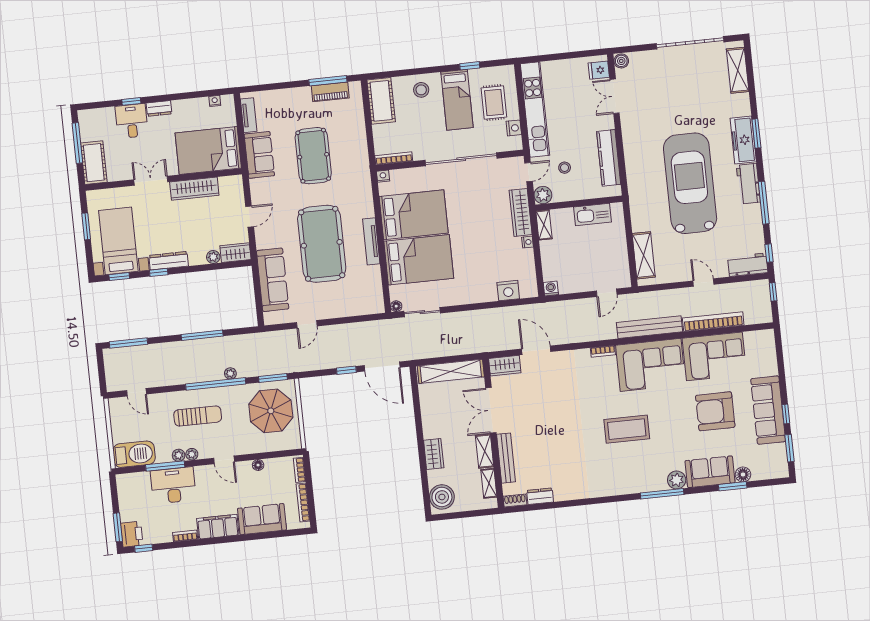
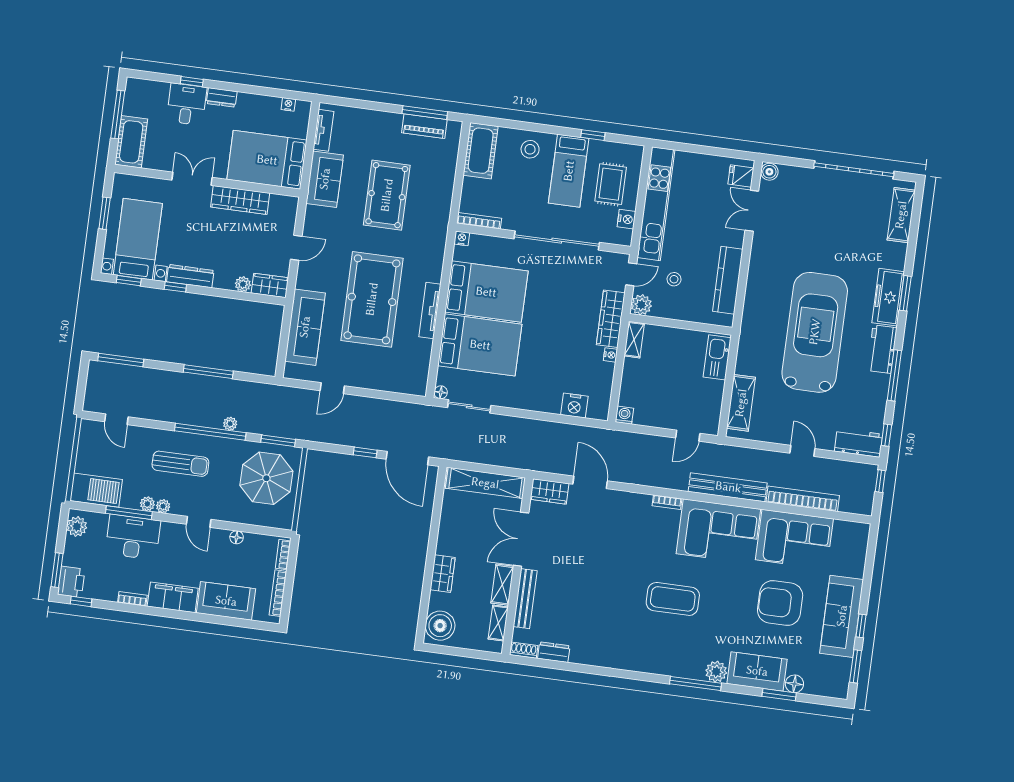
kitchen sink: (593, 214) -> (717, 357), moved, turned 90
plant: (125, 488) -> (77, 527), added

